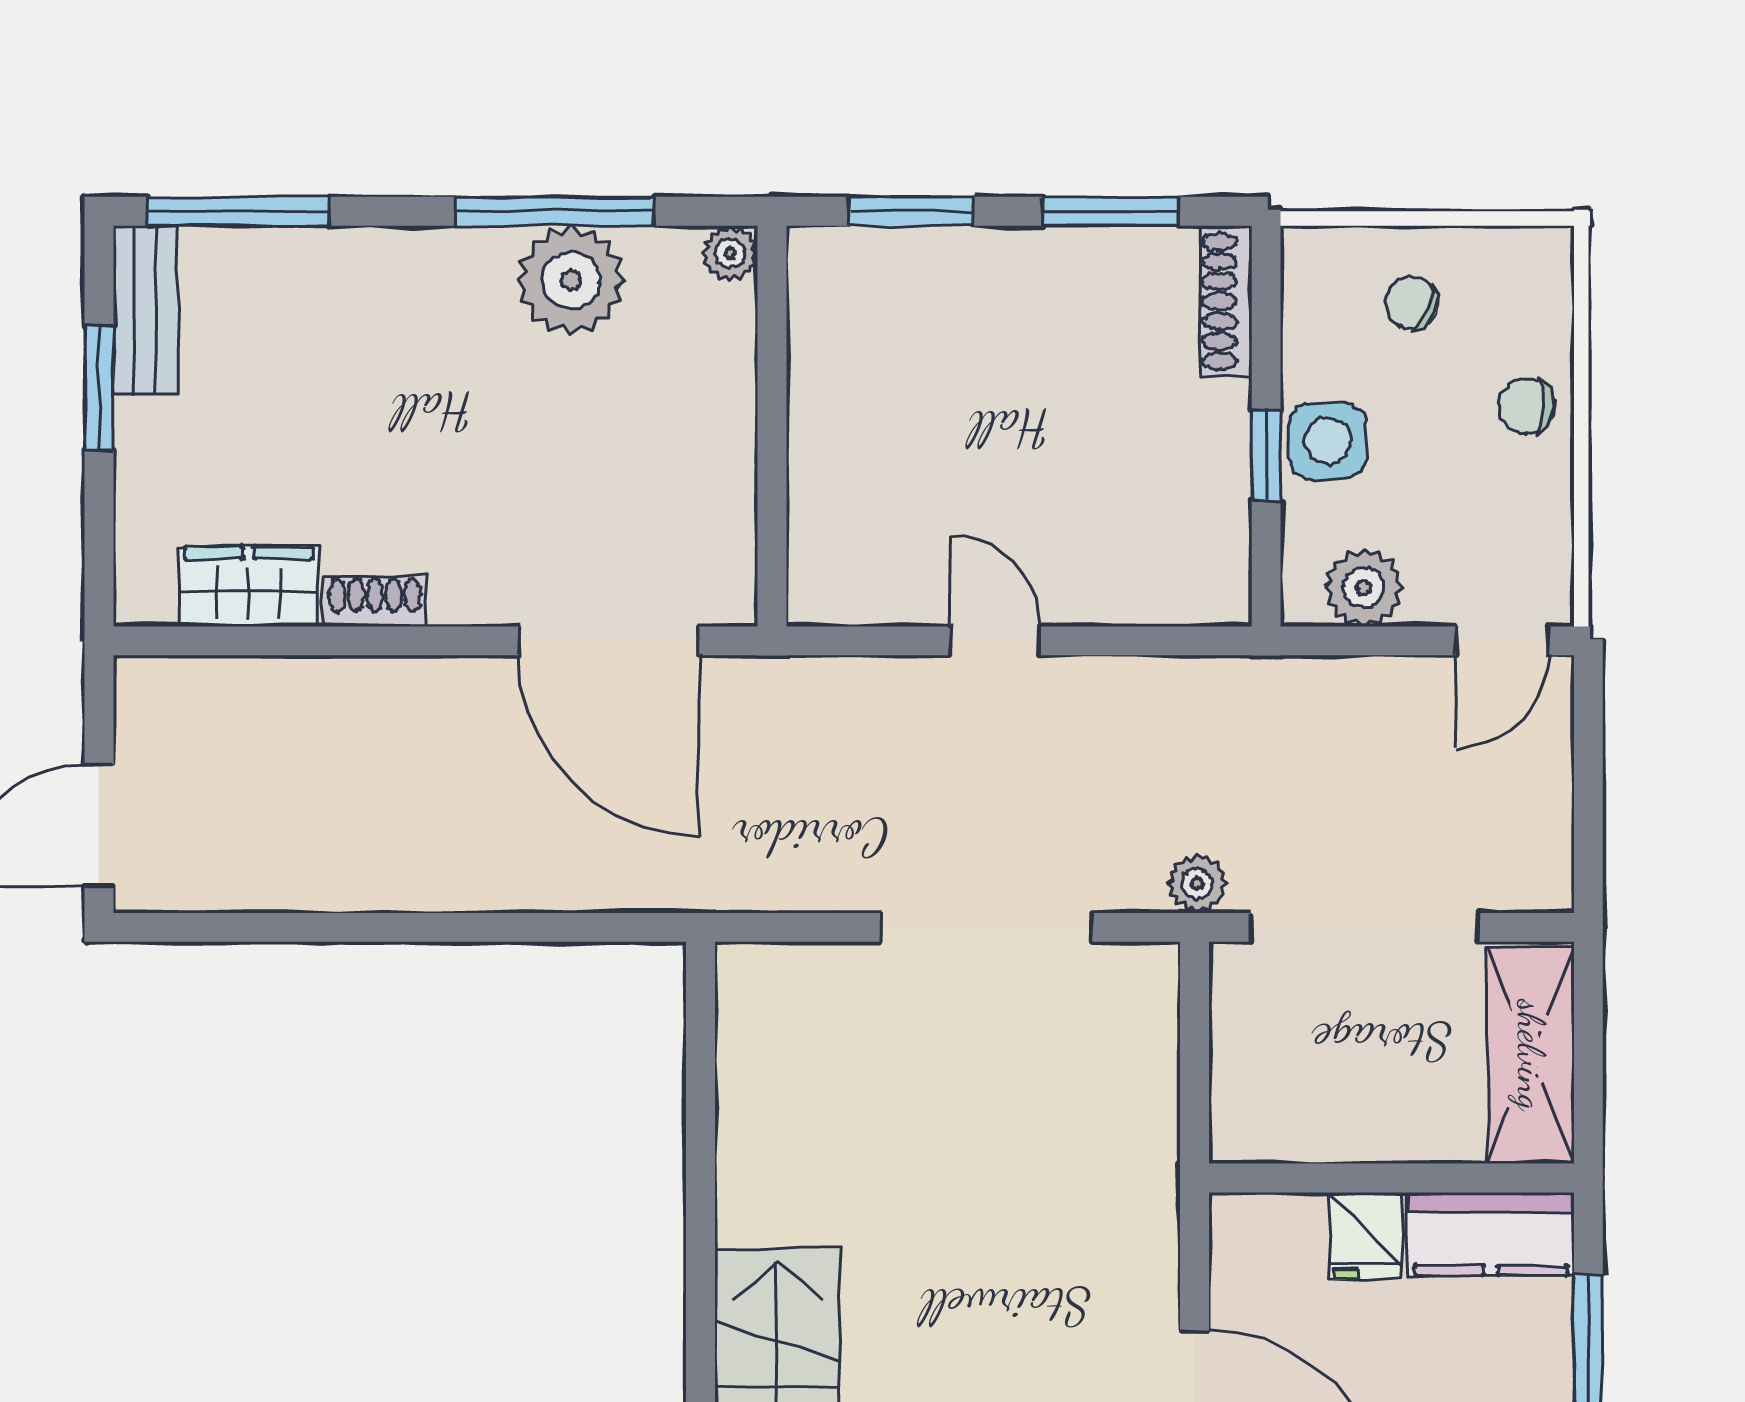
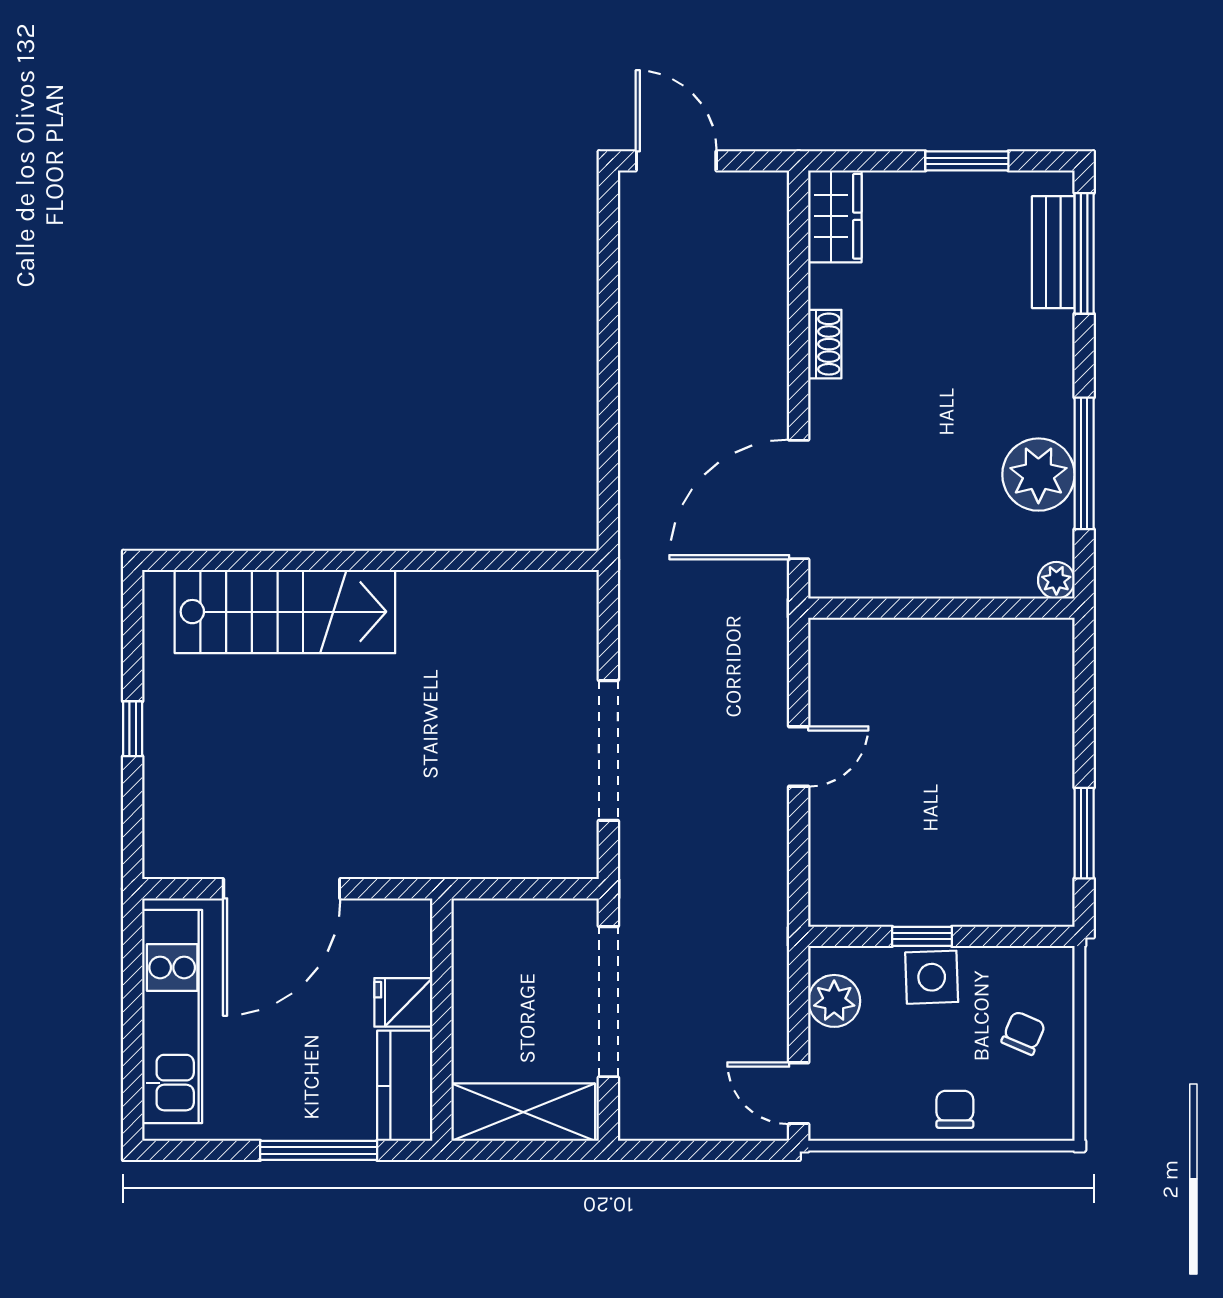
window: (911, 211) -> (1084, 700), removed
shoe rack: (1226, 301) -> (1024, 910), removed
bench: (145, 310) -> (1053, 252), moved, turned 90
wardrobe: (248, 586) -> (835, 216), moved
plant: (1197, 884) -> (637, 890), removed

